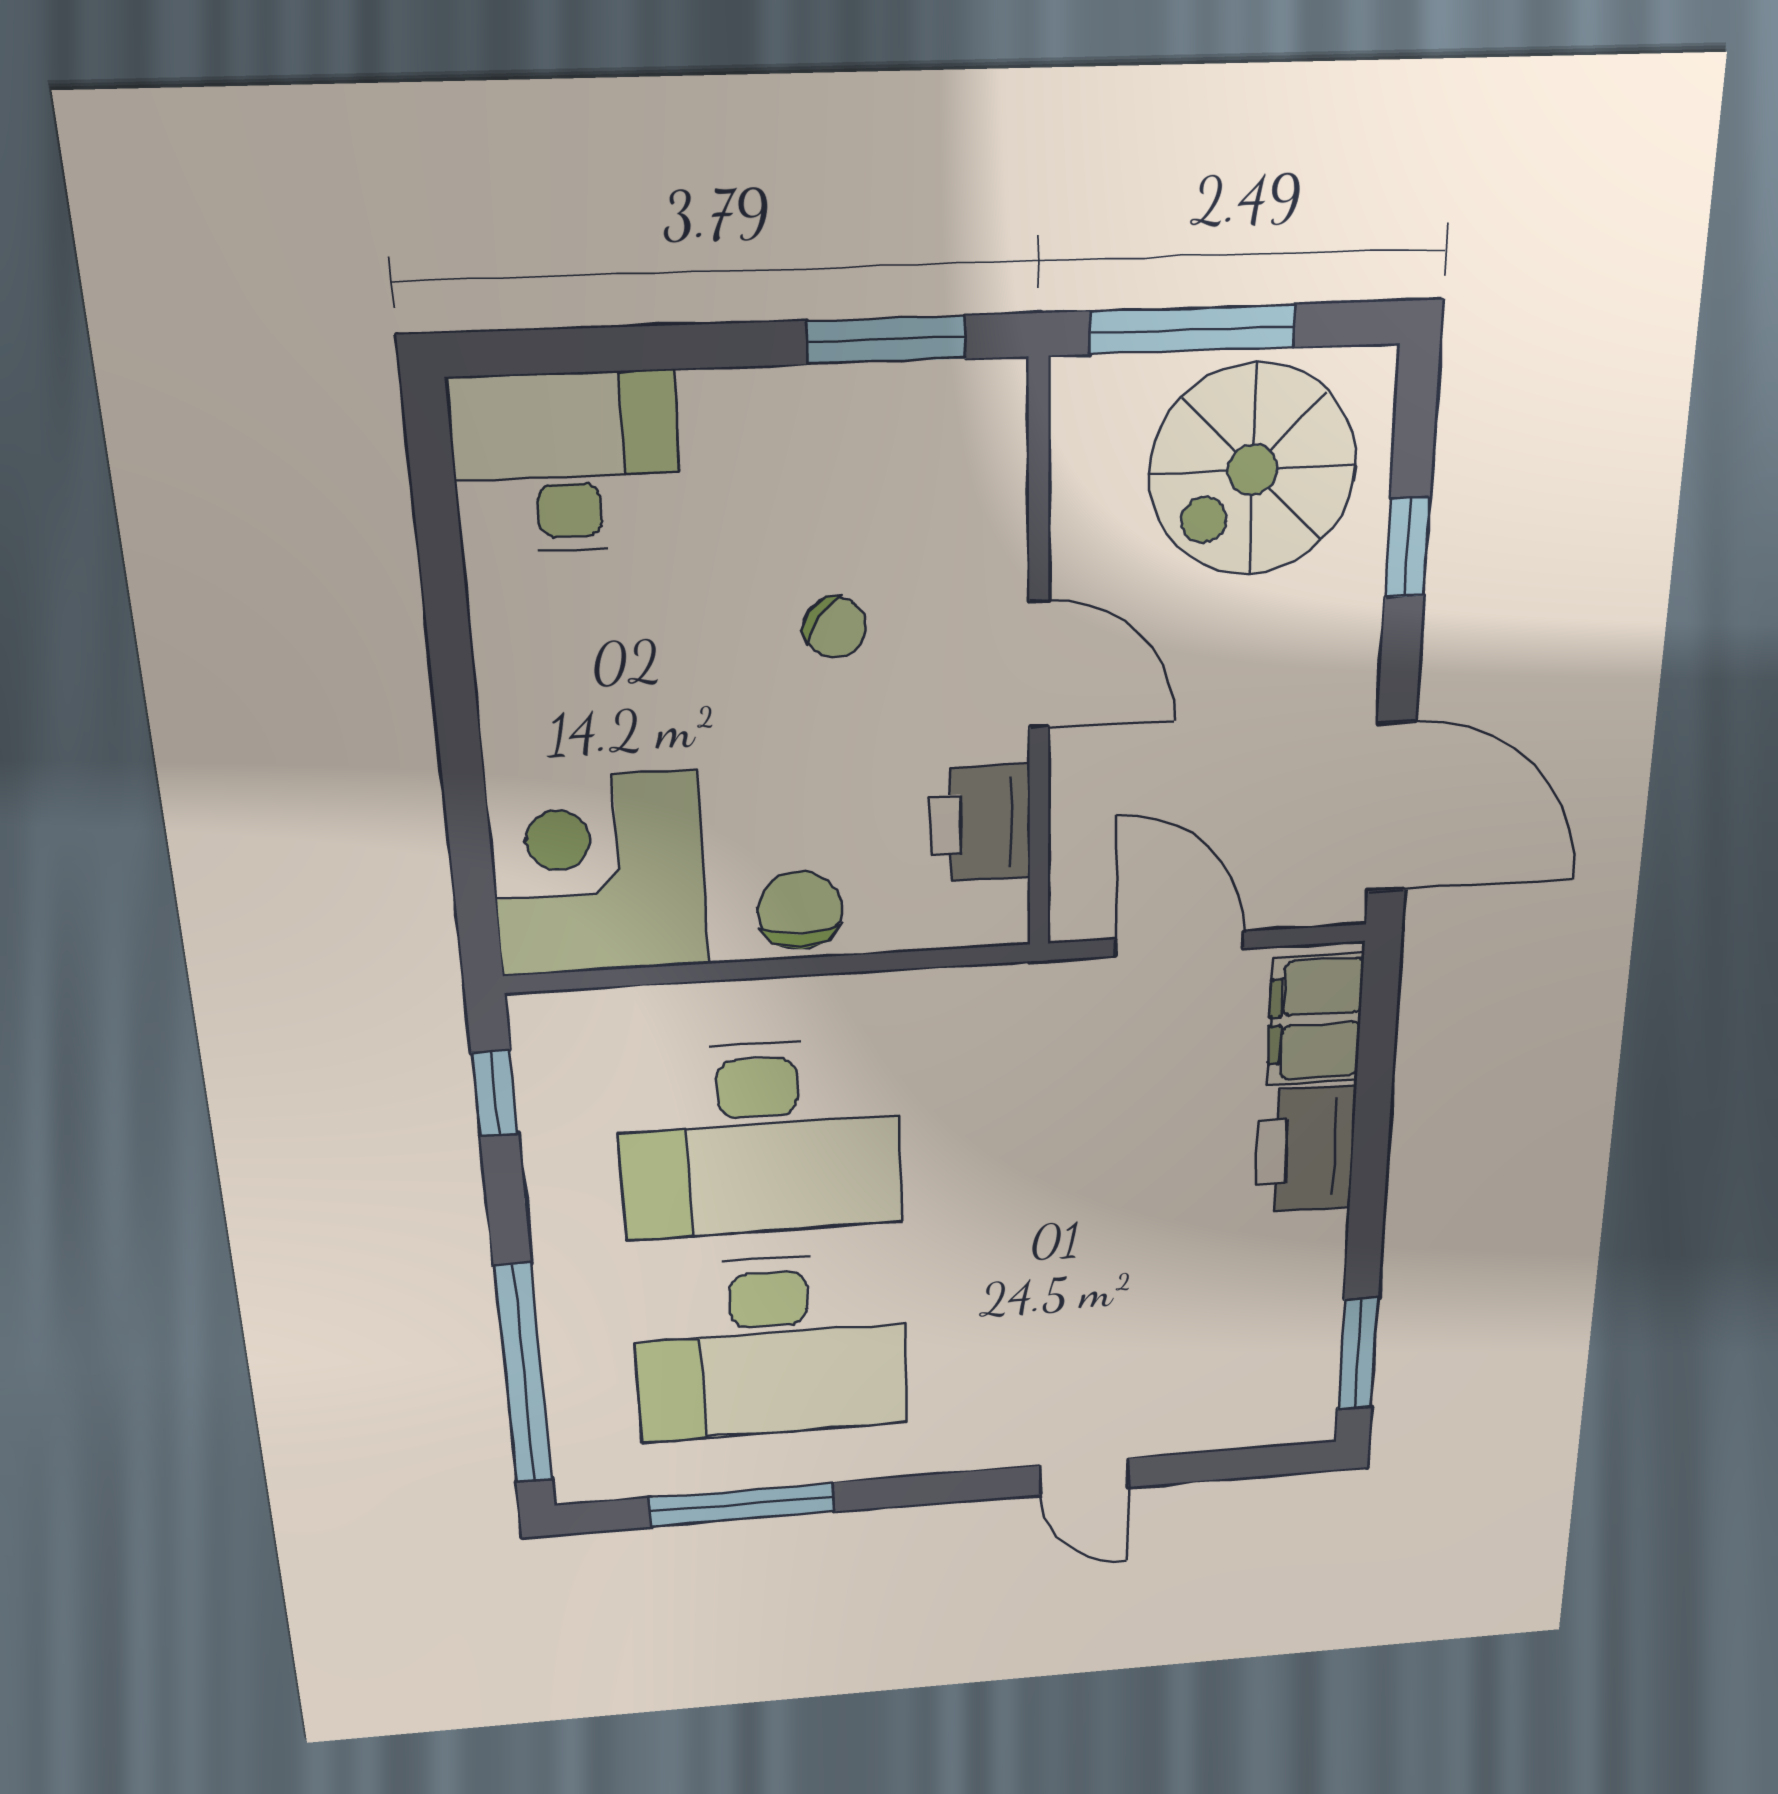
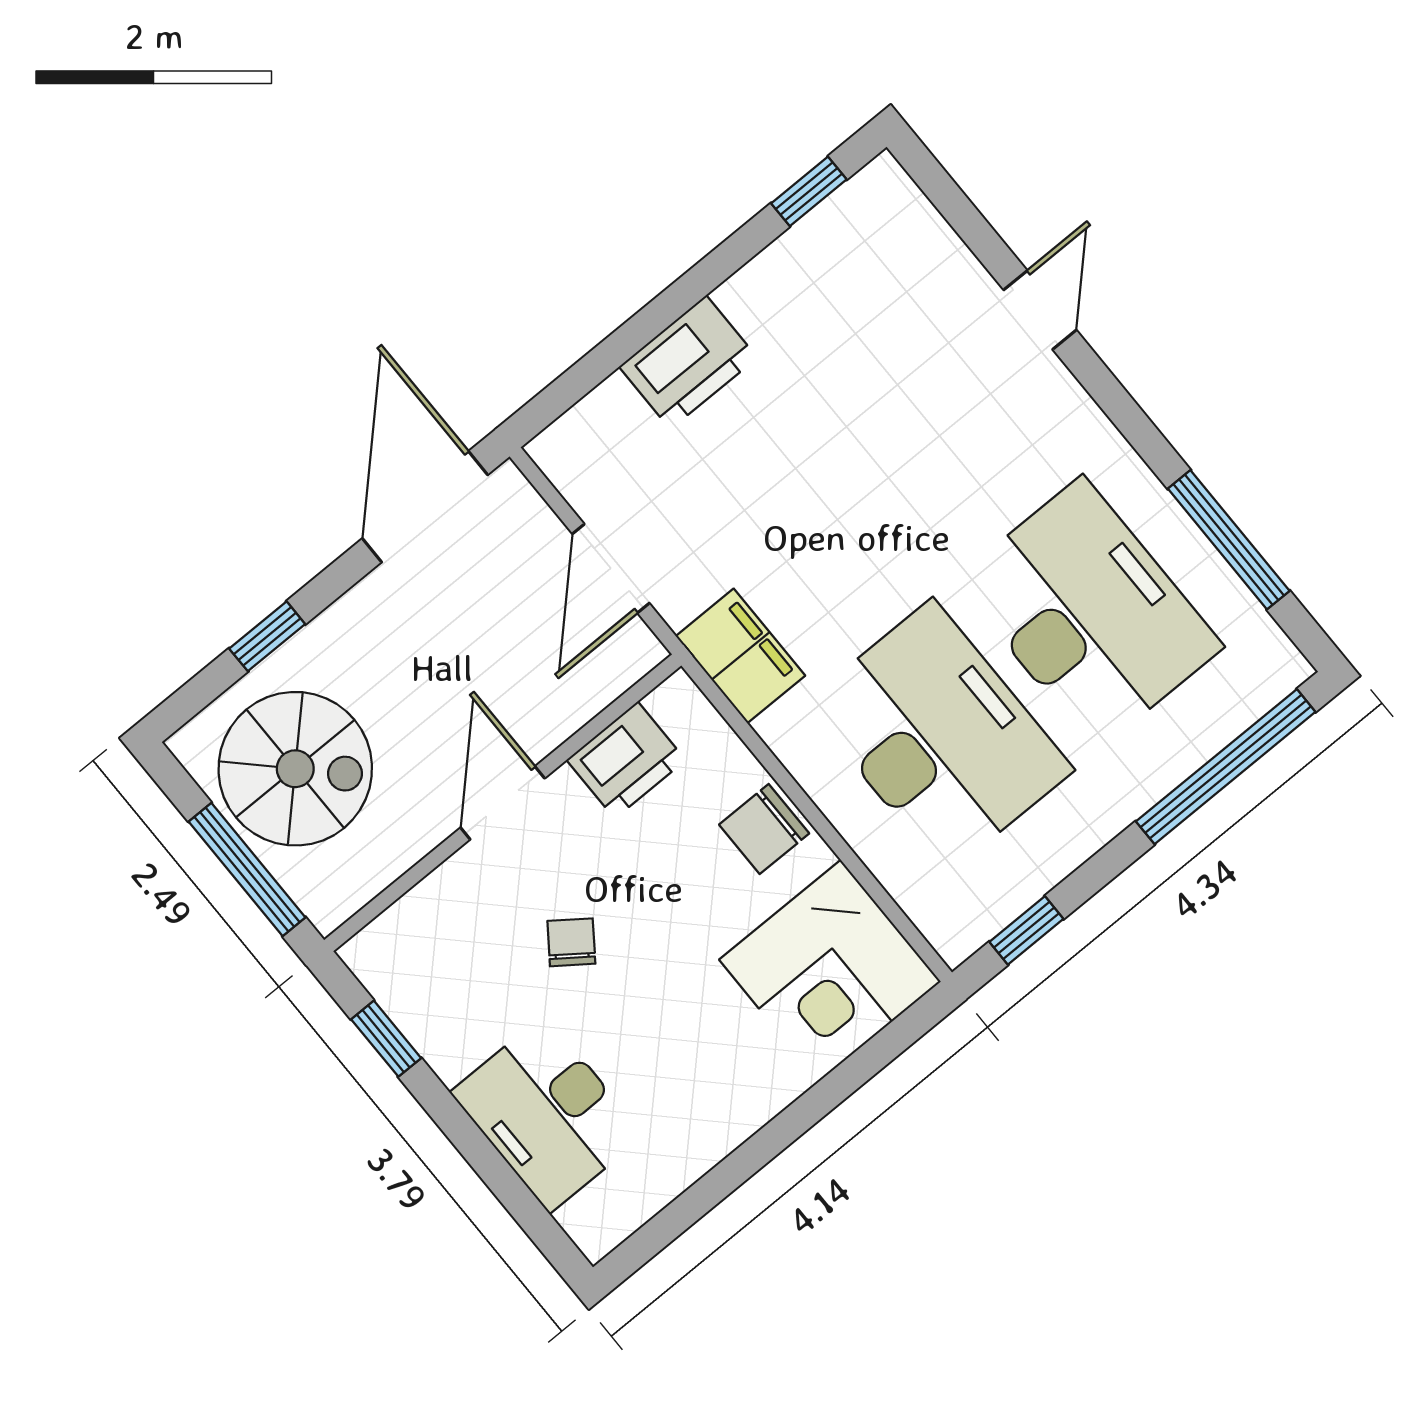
window: (886, 340) -> (386, 1039), width x0.67
desk: (566, 463) -> (547, 1114), moved
filing cabinet: (1315, 1019) -> (740, 656), moved, turned -90
window: (1358, 1354) -> (809, 191), width x0.67

